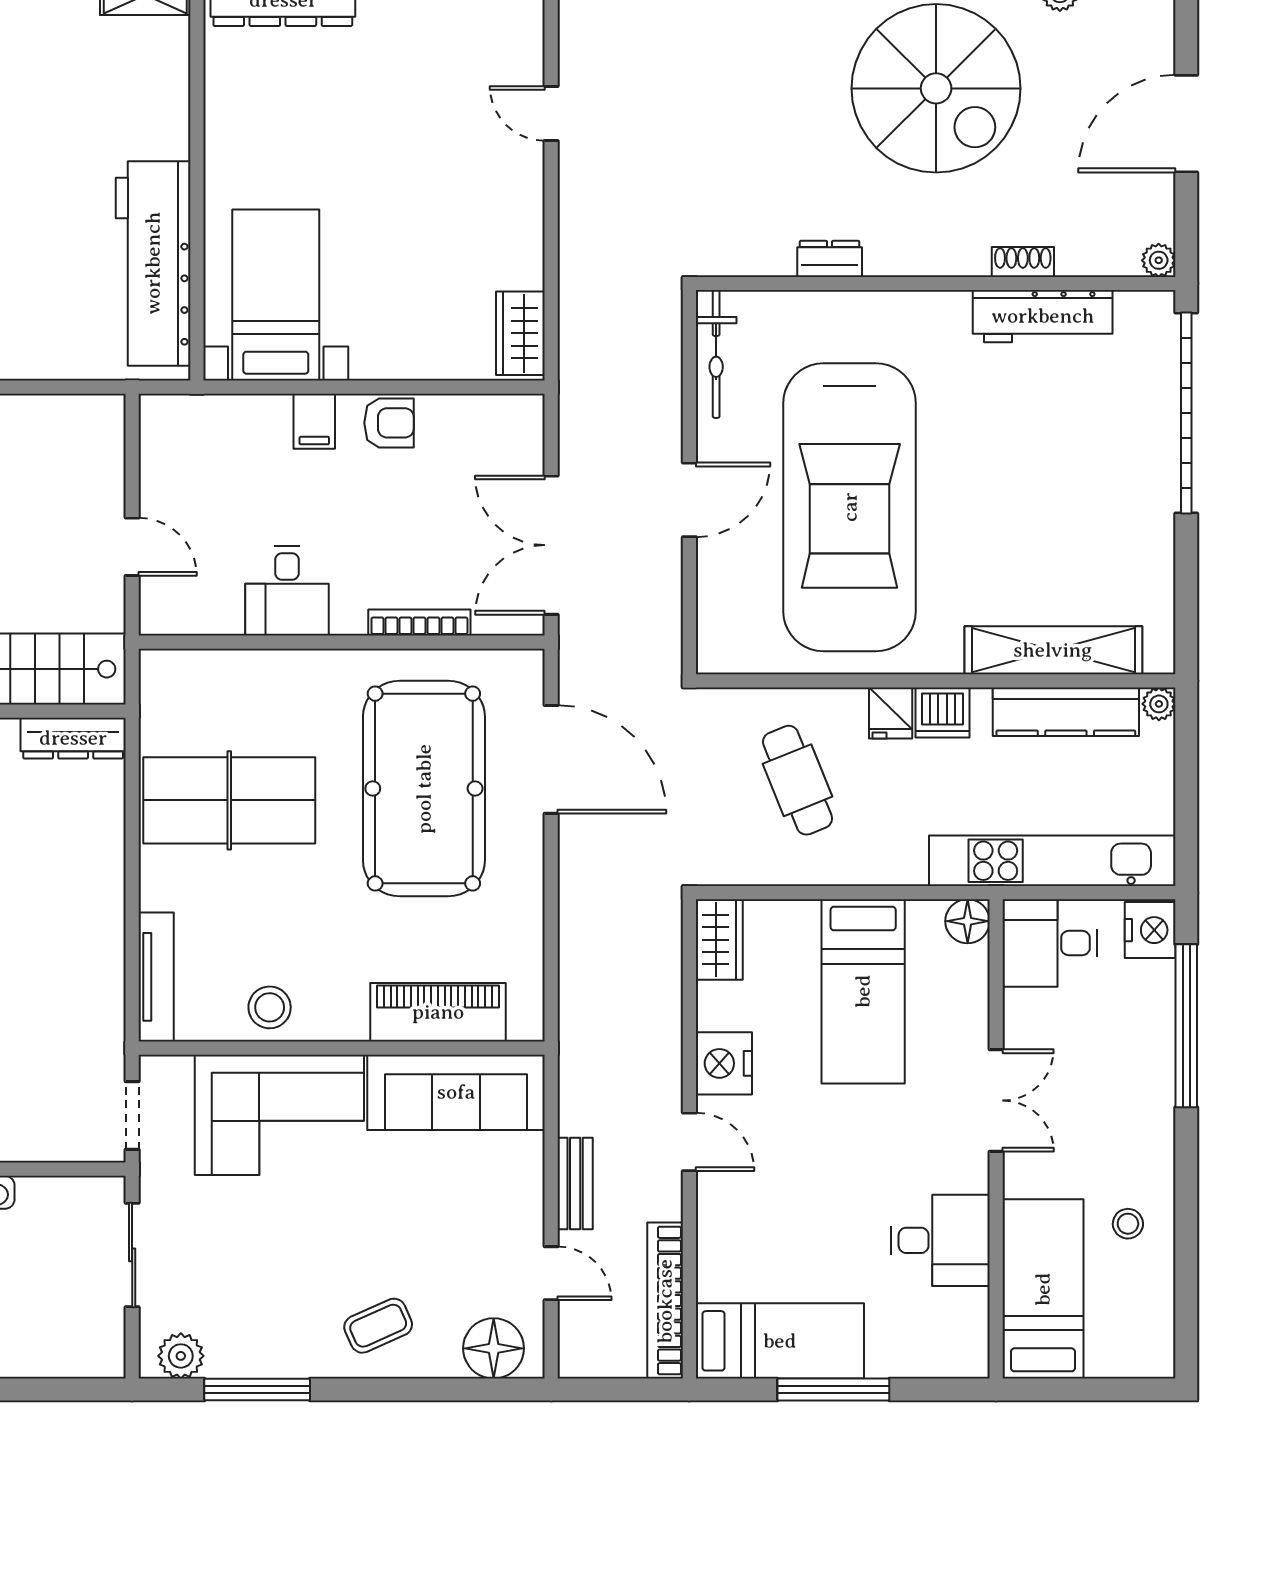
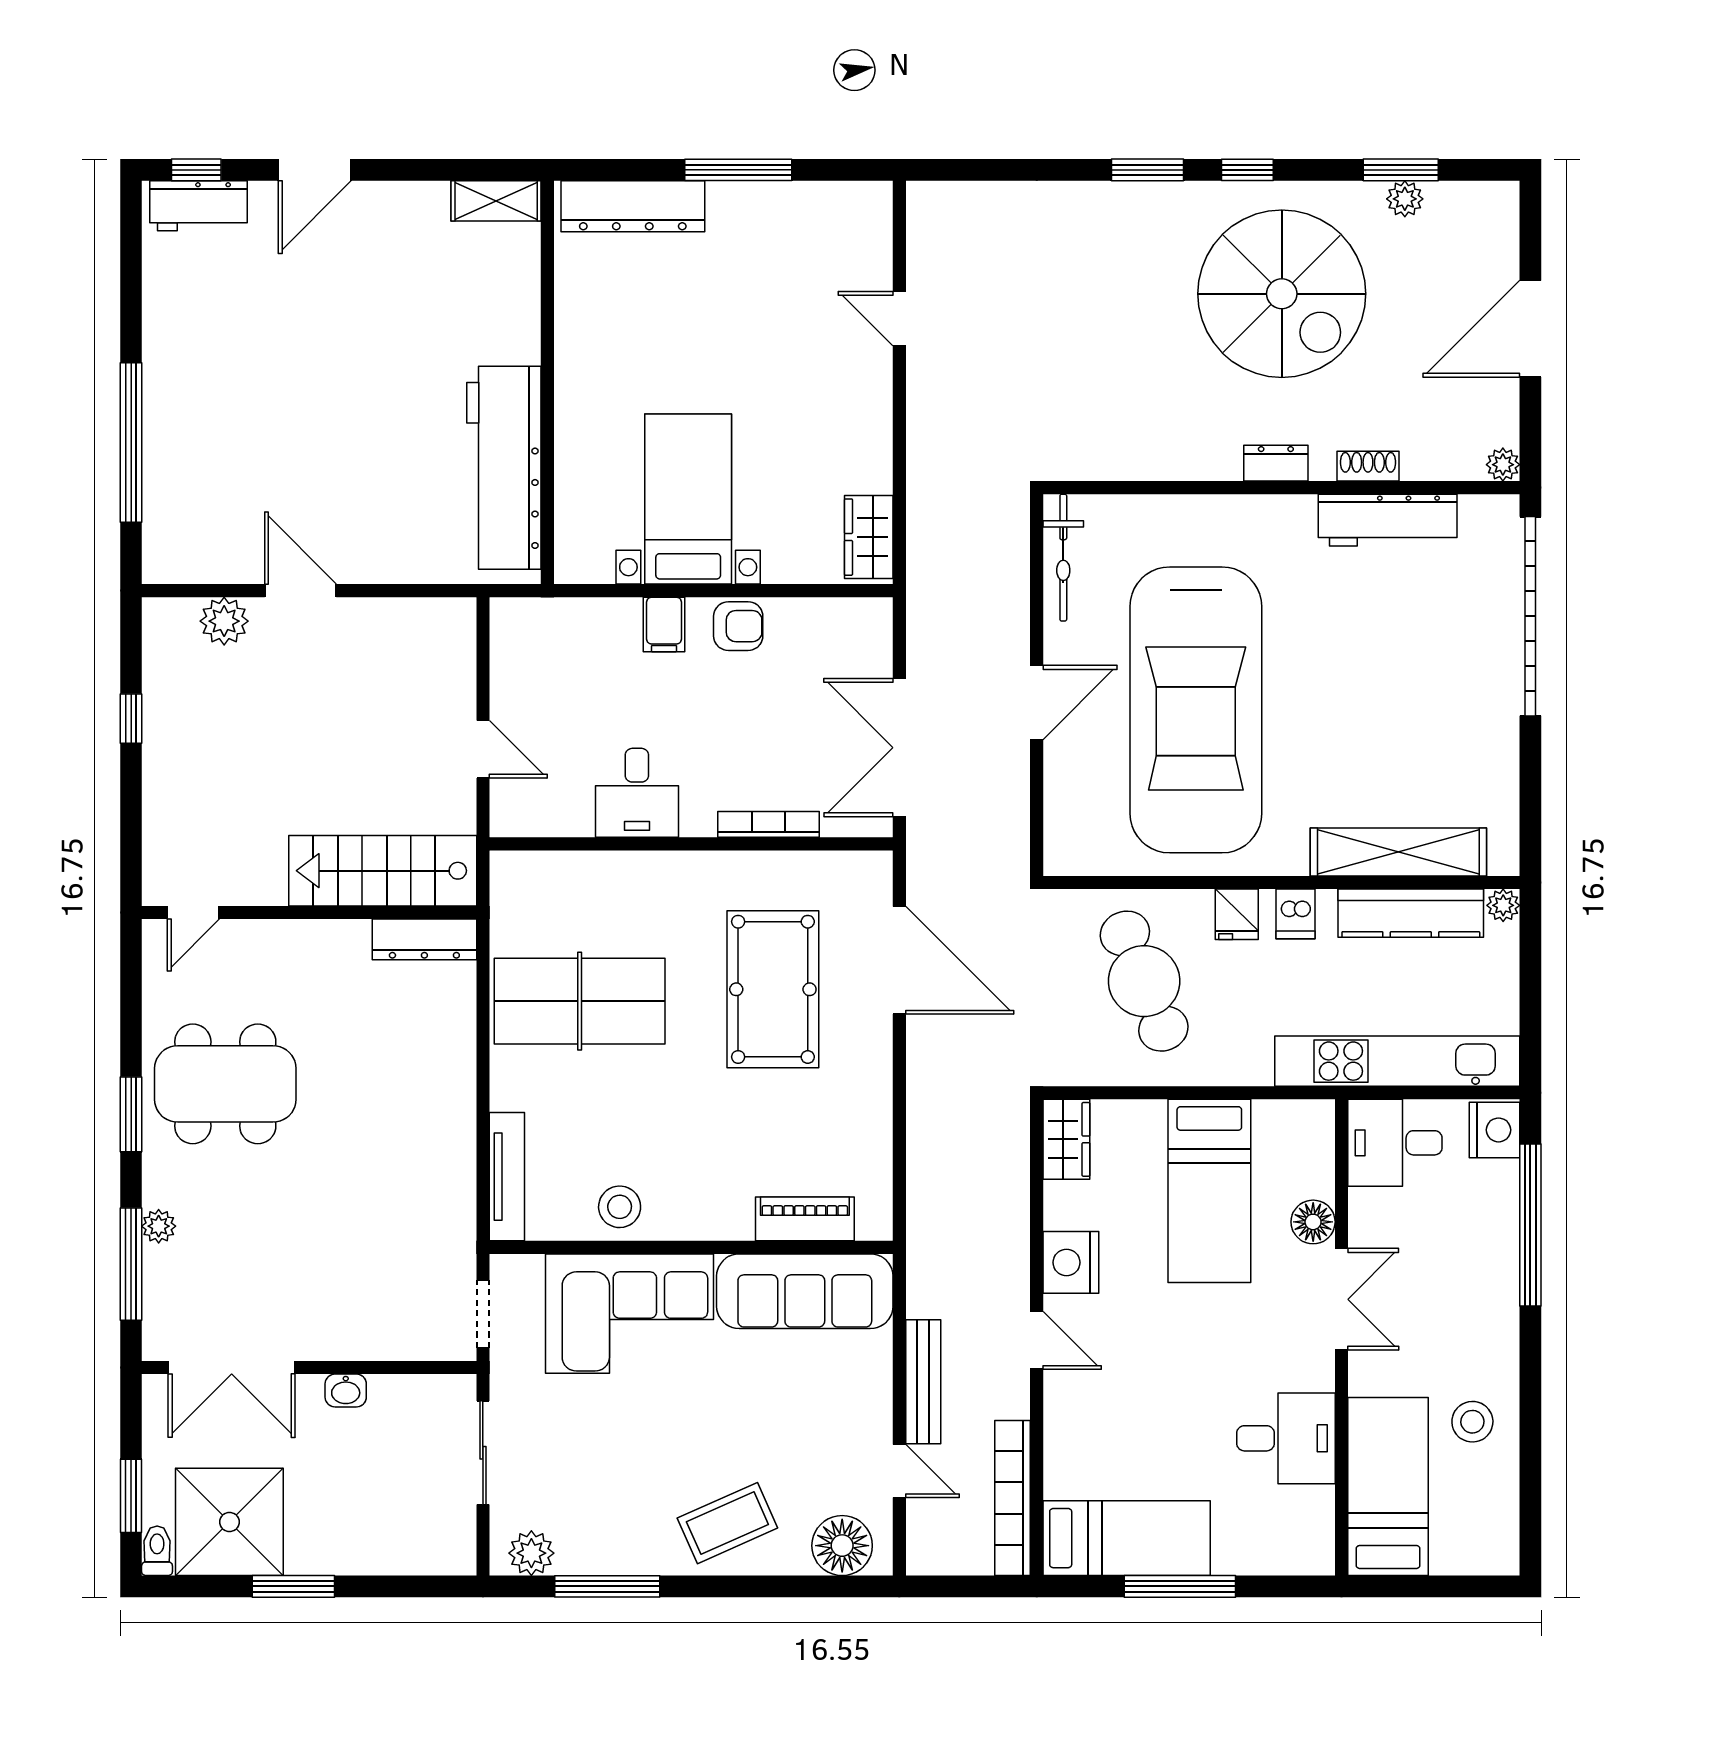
dresser: (830, 259) -> (1276, 463), moved
bed with nightstands: (276, 295) -> (688, 499), moved
dishwasher: (942, 713) -> (1295, 914), width x0.73
cafe table: (798, 780) -> (1144, 981), width x1.37, depth x1.35
pool table: (424, 789) -> (773, 989), width x0.73, depth x0.76
floor lamp: (968, 921) -> (1313, 1222), moved
piano: (438, 1012) -> (805, 1219), width x0.73, depth x0.75
bench: (575, 1183) -> (923, 1382), width x1.36
stool: (1128, 1224) -> (1472, 1422), width x1.37, depth x1.37
coffee table: (378, 1326) -> (727, 1523), width x1.36, depth x1.30

